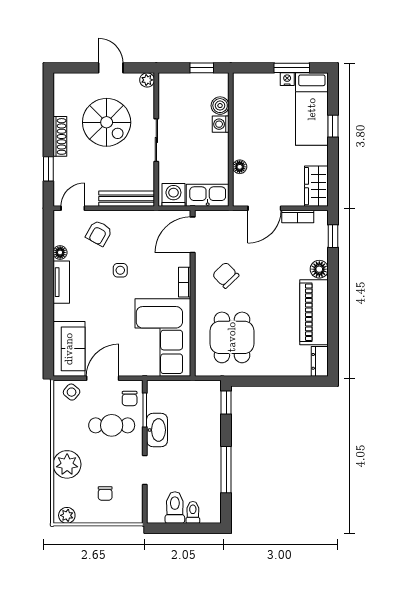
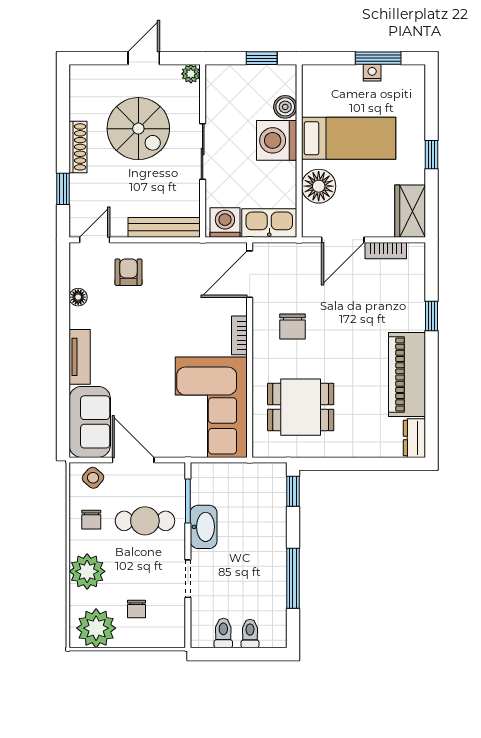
door: (111, 68) -> (144, 58), hinge flipped
bed: (312, 109) -> (349, 138), moved, turned -90
washing machine: (221, 124) -> (277, 140), width x1.89, depth x1.89
window: (333, 126) -> (431, 155), moved
floor lamp: (240, 167) -> (319, 186), width x1.89, depth x1.89
armchair: (99, 233) -> (129, 272), turned 151
window: (333, 236) -> (431, 316), moved
floor lamp: (319, 269) -> (414, 319), removed
side table: (120, 270) -> (156, 320), removed
chair: (226, 275) -> (292, 327), turned -136
tv unit: (61, 282) -> (80, 357), moved
dining table: (232, 337) -> (301, 407), turned 90
door: (103, 378) -> (133, 460), hinge flipped
chair: (130, 399) -> (91, 520), moved
toilet: (175, 508) -> (223, 633), width x0.73, depth x0.72
plant: (67, 515) -> (96, 628), width x1.88, depth x1.88

